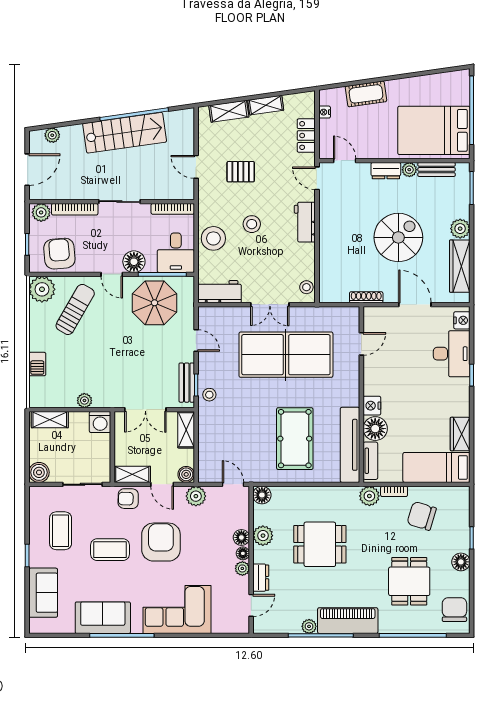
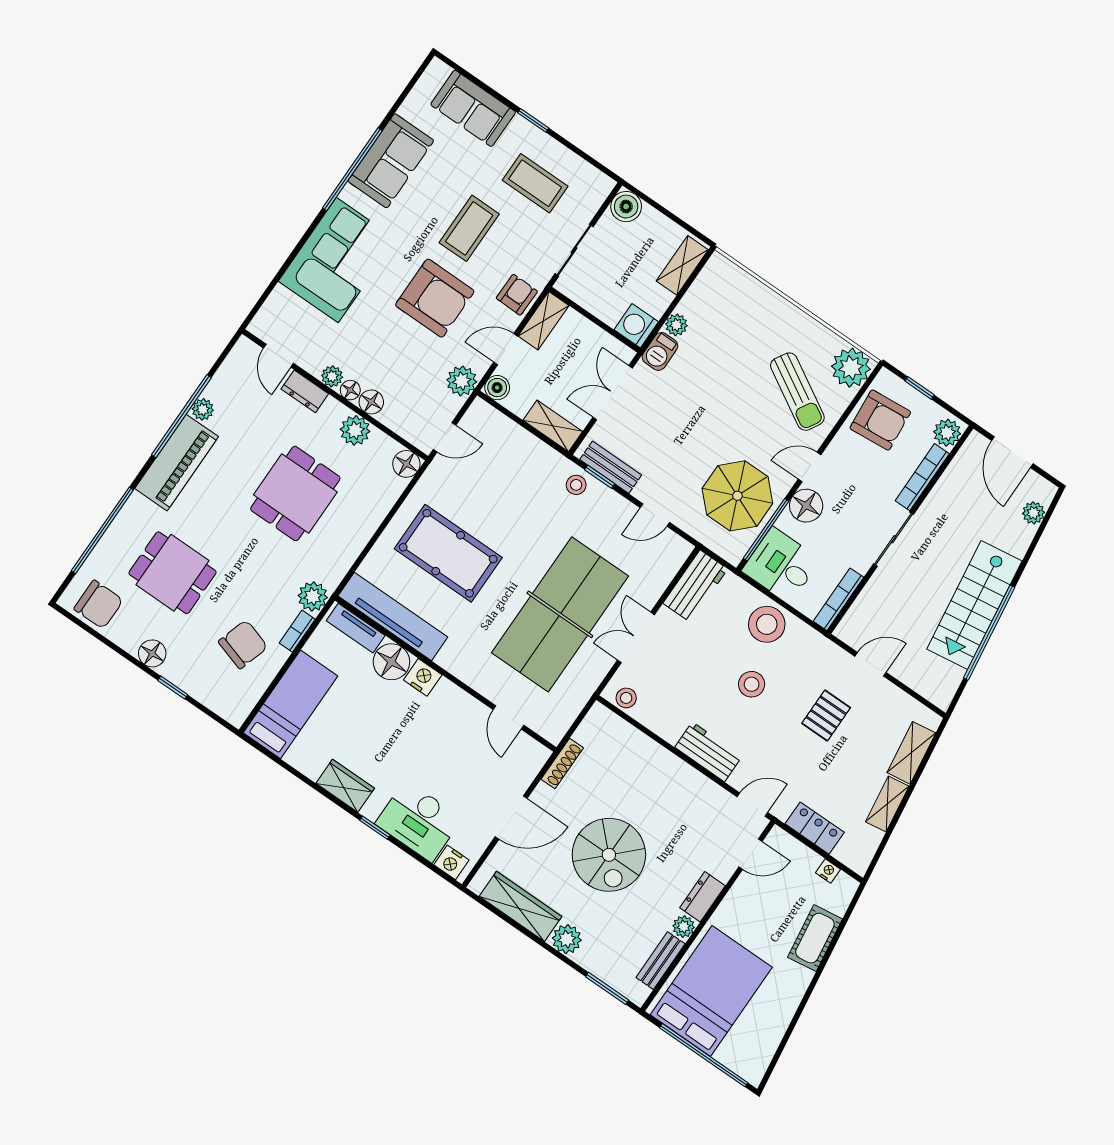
barbecue: (37, 364) -> (660, 351), moved, turned -90
wardrobe: (460, 434) -> (345, 786), moved

